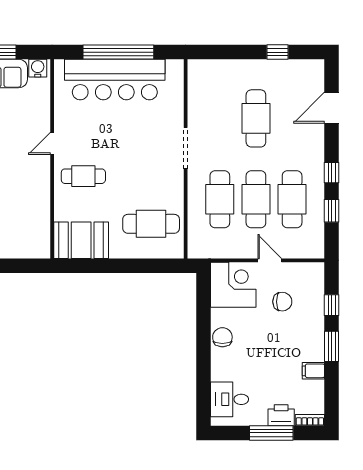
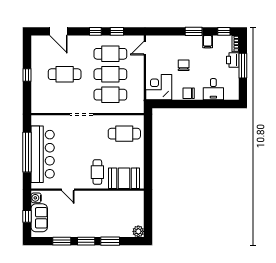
window: (278, 52) -> (27, 75), moved
door: (52, 143) -> (68, 190), moved
cafe table: (151, 224) -> (124, 134), turned 90
booth: (81, 240) -> (124, 178), moved, turned 90
door: (270, 260) -> (145, 48), moved
chair: (282, 302) -> (184, 65), moved
window: (332, 305) -> (224, 31), moved
desk: (229, 399) -> (213, 89), moved

